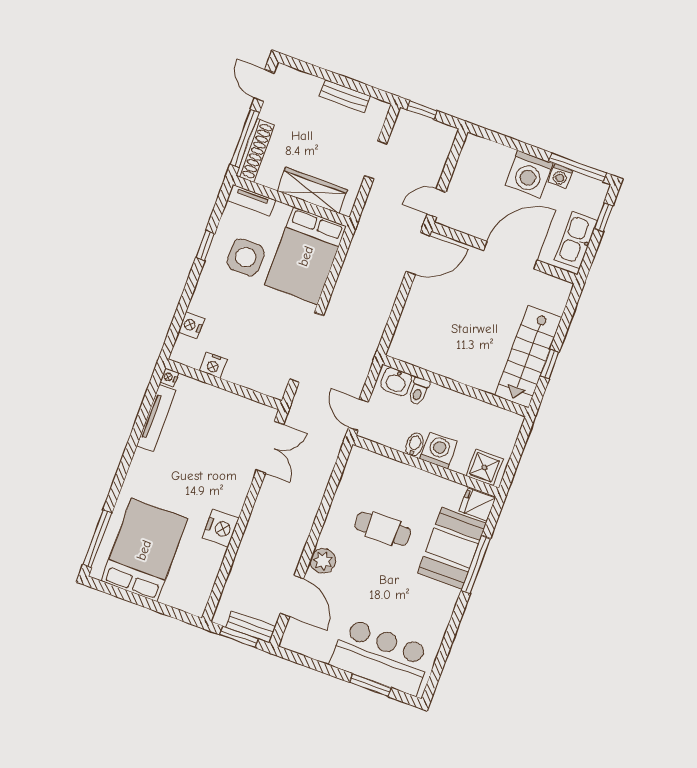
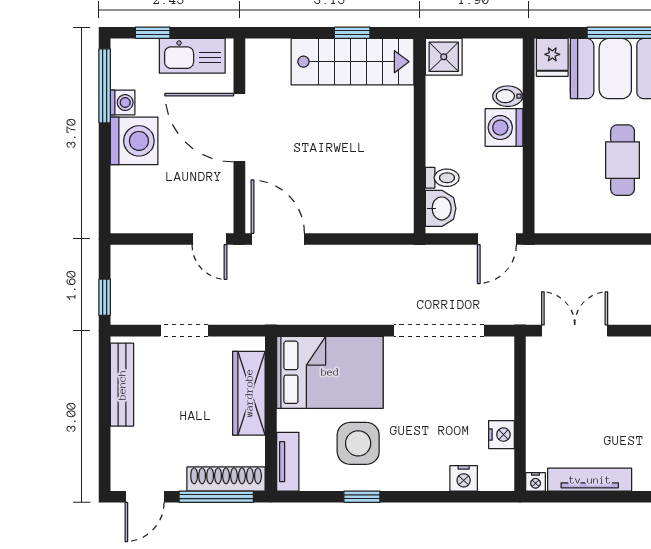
bench: (345, 96) -> (122, 385), width x1.36
bidet: (415, 444) -> (508, 96), moved
shower: (484, 467) -> (444, 57), moved

